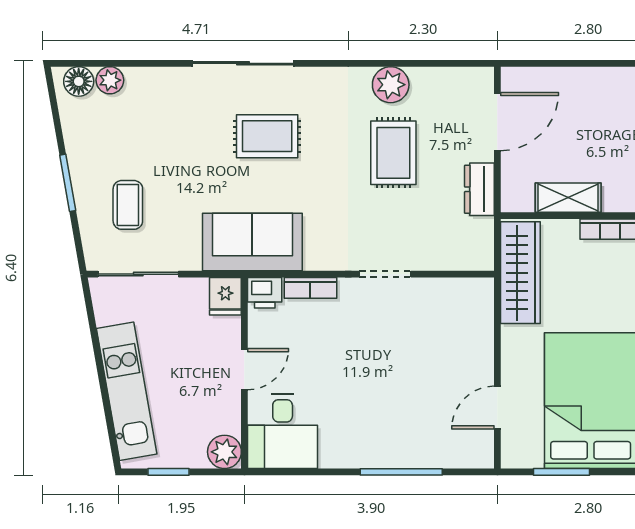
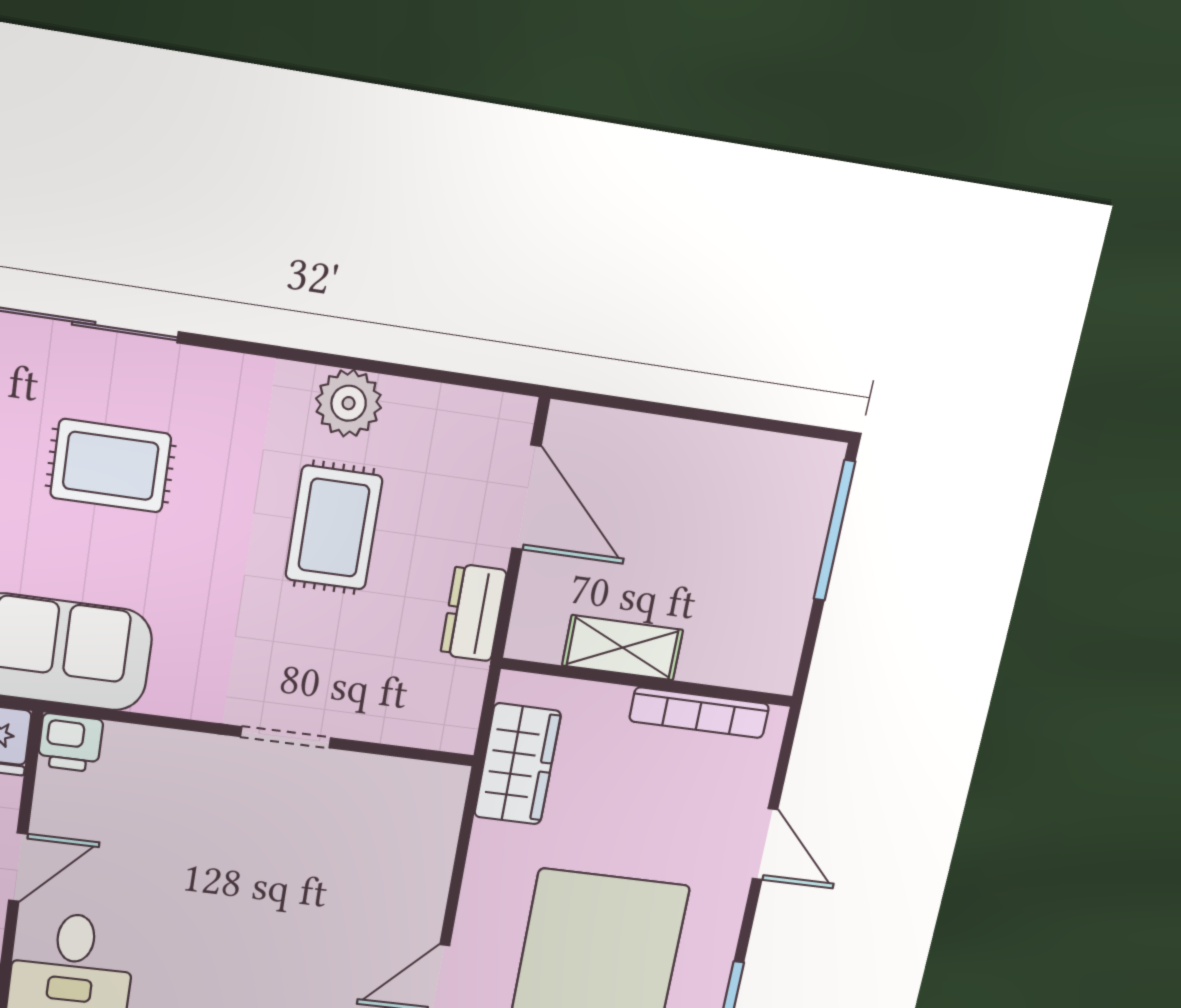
door: (497, 122) -> (526, 497), hinge flipped
wardrobe: (520, 273) -> (517, 764), width x0.67
bookcase: (310, 288) -> (152, 744), removed

